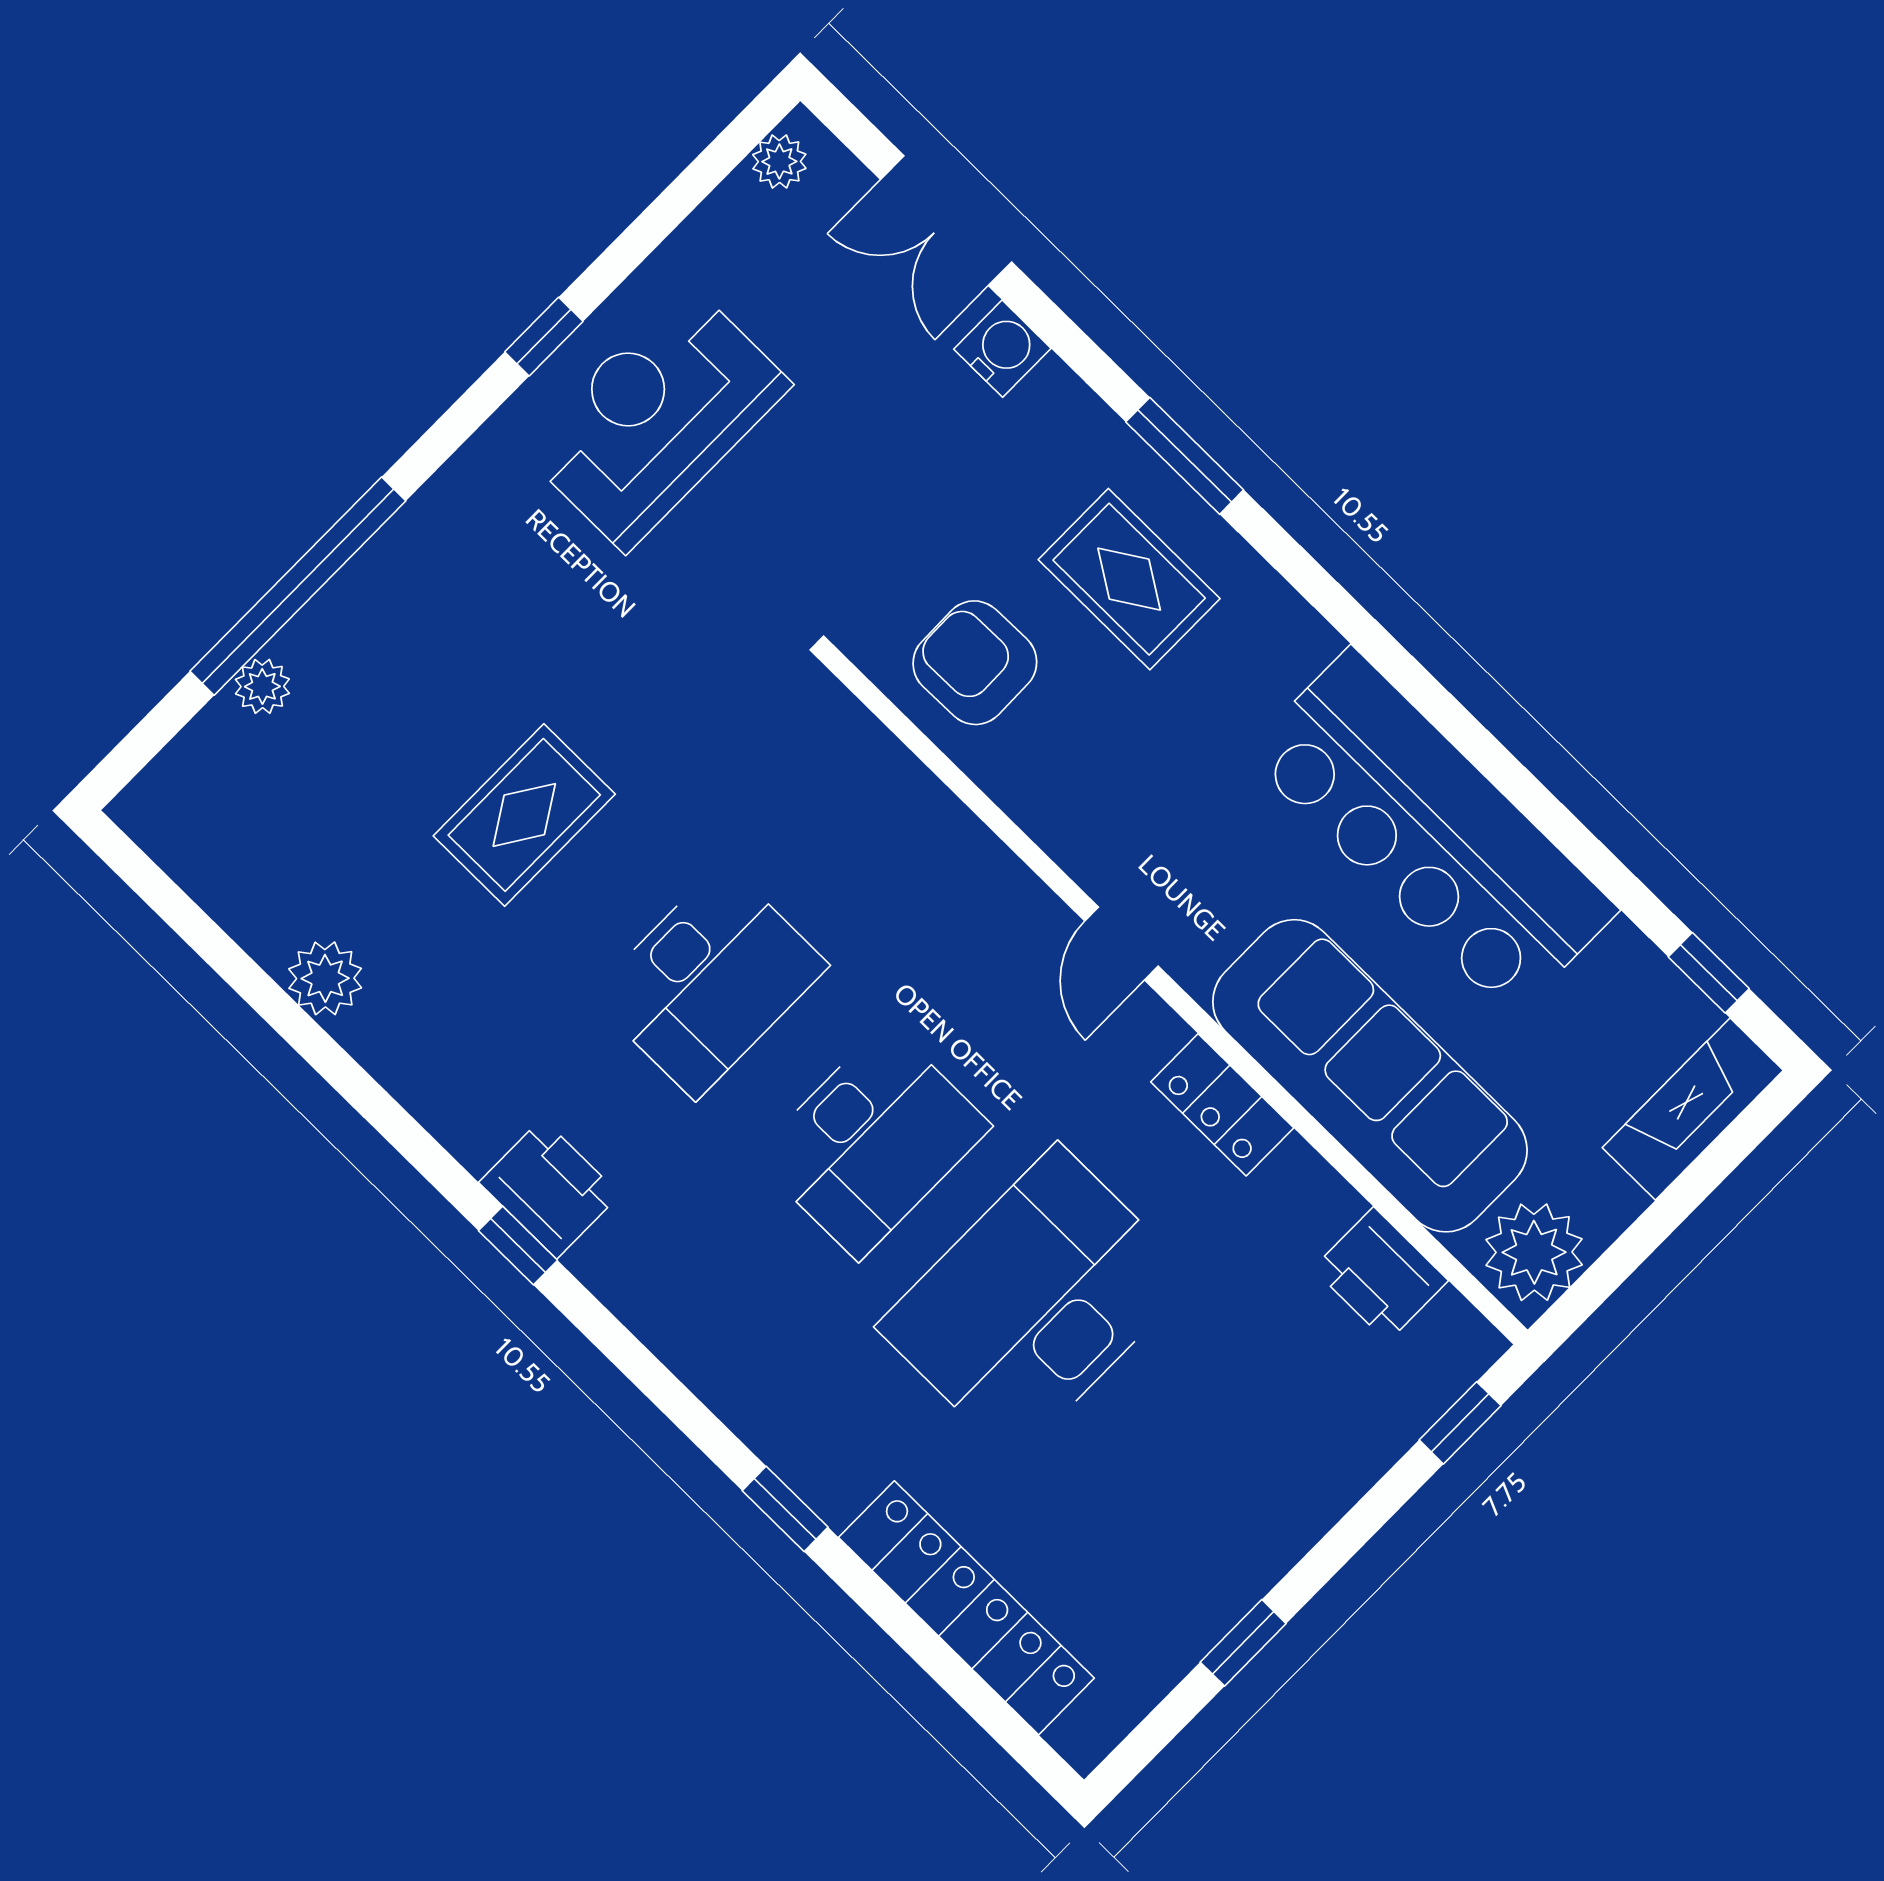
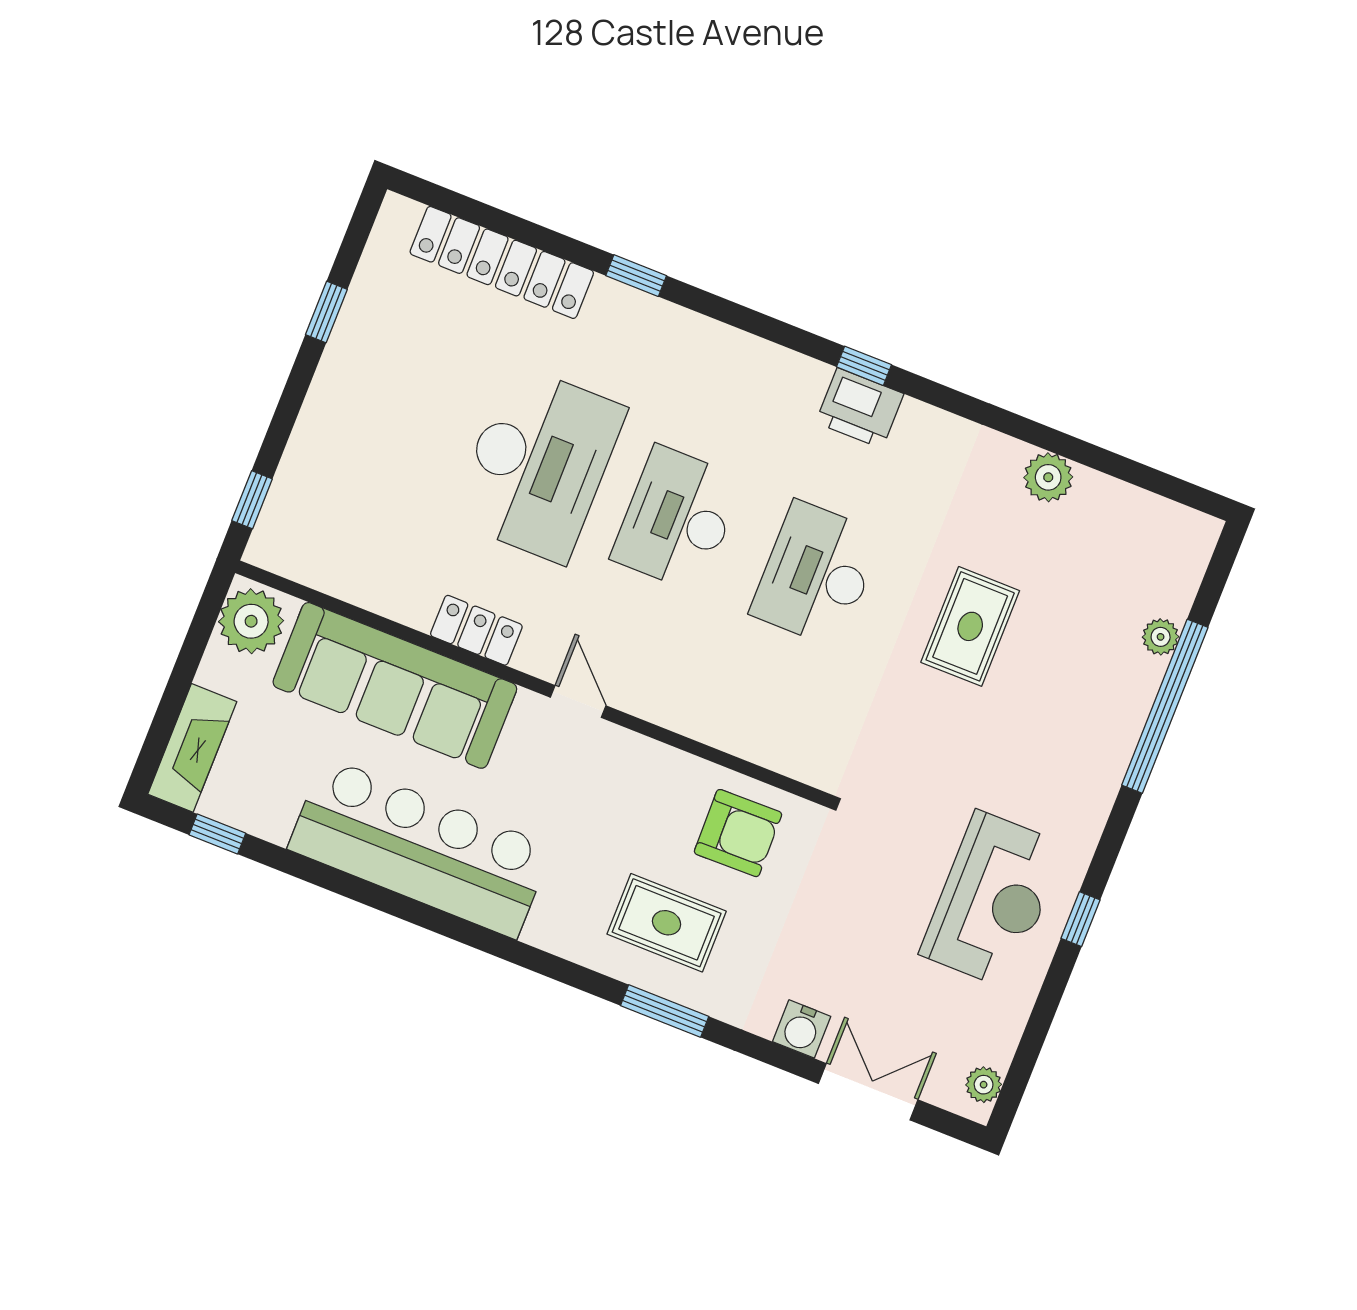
printer: (1380, 1275) -> (338, 569), removed

